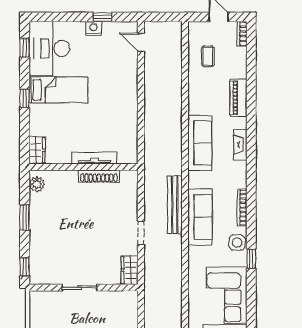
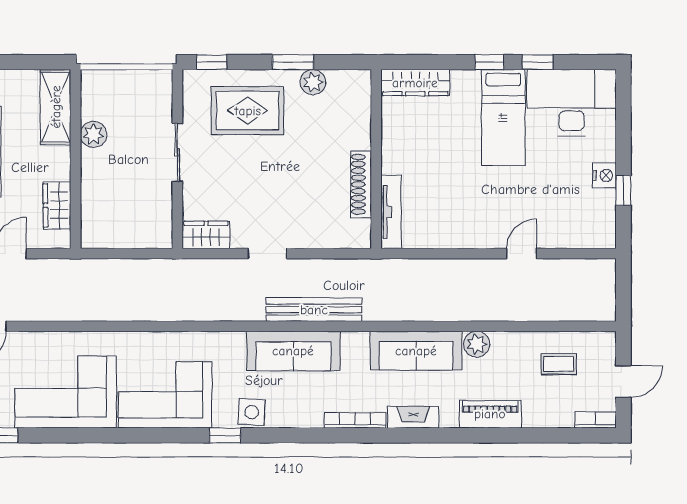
door: (141, 42) -> (522, 254), moved
window: (25, 48) -> (538, 62), moved
plant: (196, 106) -> (477, 344), added
wardrobe: (37, 150) -> (415, 83), width x1.50
tv unit: (94, 158) -> (391, 212), moved
plant: (37, 184) -> (313, 82), moved
bookcase: (242, 207) -> (355, 420), moved
rug: (54, 245) -> (248, 111), added

